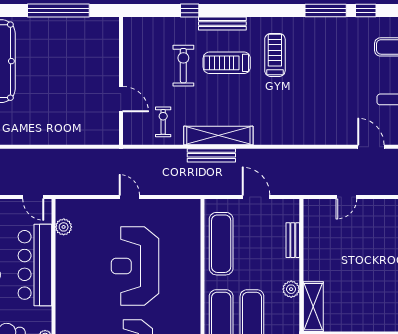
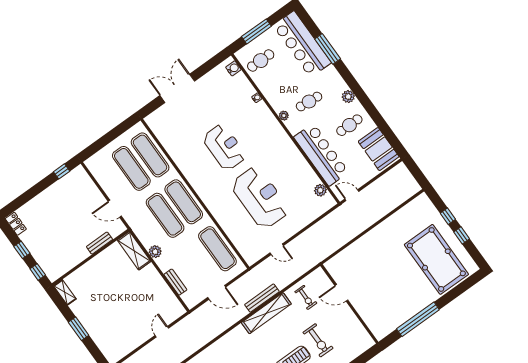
door: (129, 197) -> (277, 249), moved

